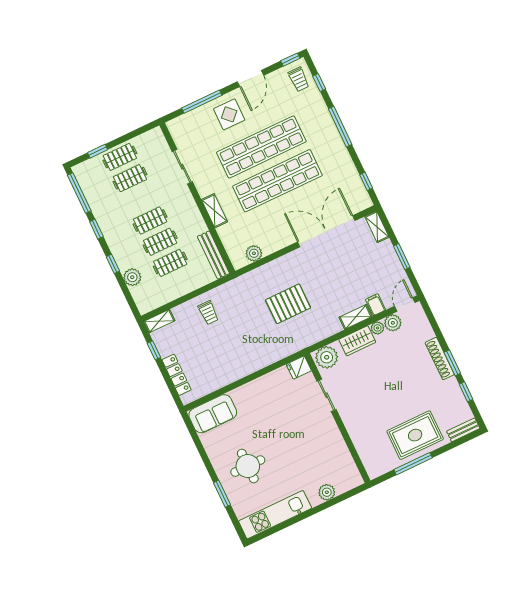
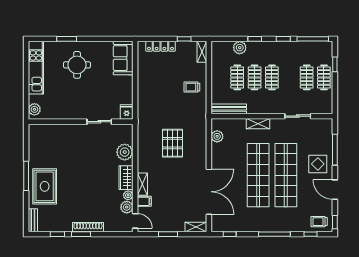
fridge: (299, 368) -> (127, 112), moved
sliding door: (327, 395) -> (99, 122), moved
wall: (337, 418) -> (81, 122), moved

